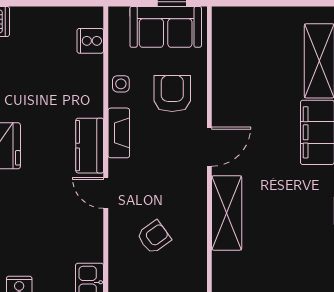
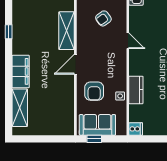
cooker: (90, 41) -> (136, 129), moved
fireplace: (119, 133) -> (121, 71), removed
kitchen counter: (90, 146) -> (136, 90), moved

